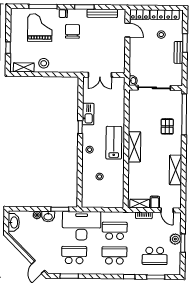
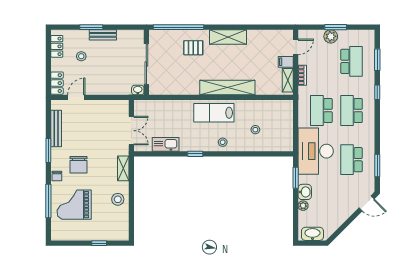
locker: (165, 15) -> (57, 46), width x0.66
chair: (72, 31) -> (78, 165), turned -90
shelving: (24, 67) -> (123, 168), moved
kitchen sink: (88, 114) -> (166, 144), moved
shelving: (134, 147) -> (227, 87), width x1.47
shelving: (176, 170) -> (228, 37), moved

